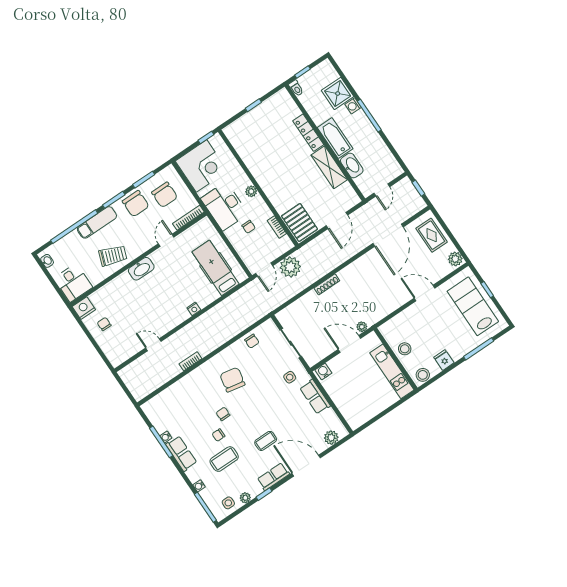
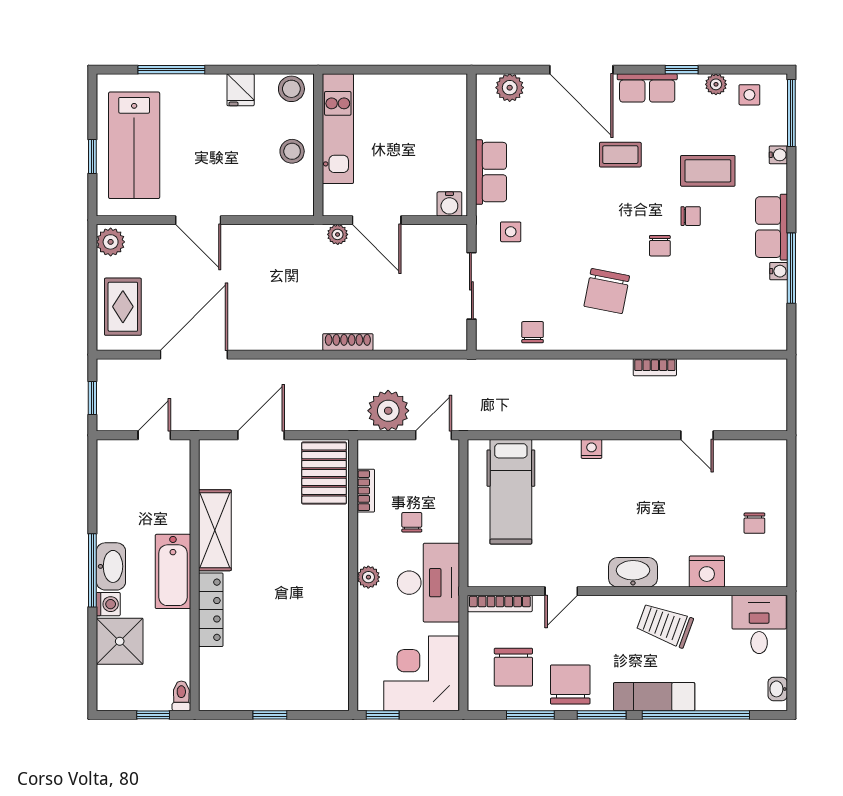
washbasin: (352, 165) -> (111, 566), moved, turned 180
chair: (165, 195) -> (513, 667), turned 180
nightstand: (84, 308) -> (707, 572), moved

